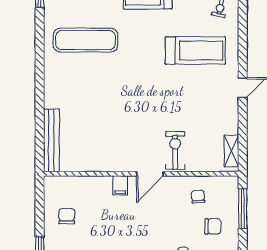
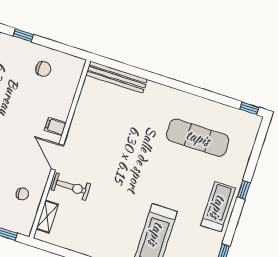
exercise mat: (86, 40) -> (198, 138), turned 90
shelving: (232, 151) -> (47, 217), moved, turned 90

